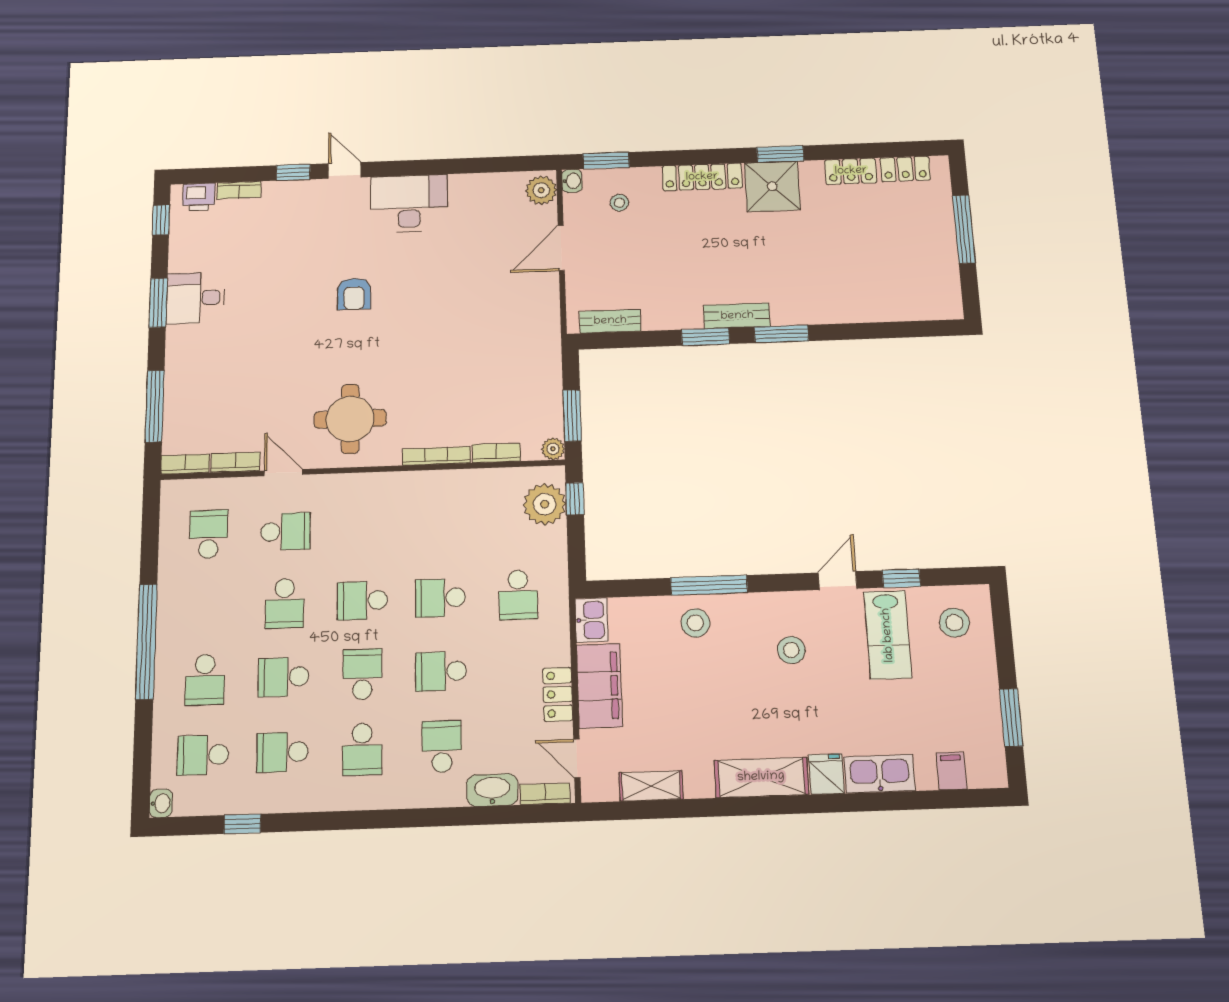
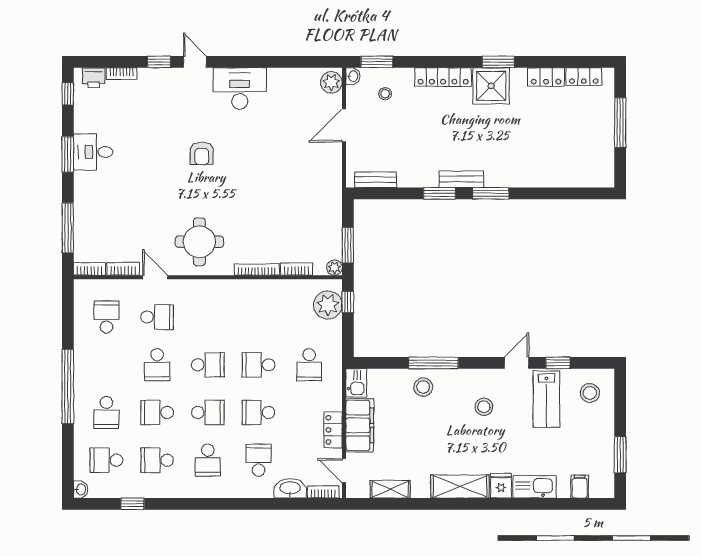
school desk: (362, 601) -> (208, 365), turned 180
school desk: (362, 674) -> (208, 412), turned 90

